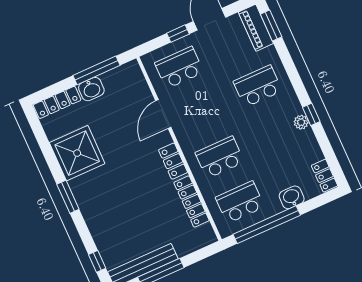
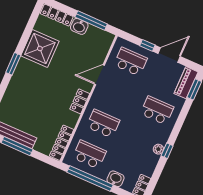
locker: (192, 201) -> (62, 143), moved

